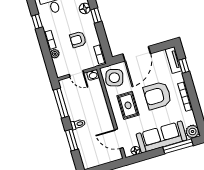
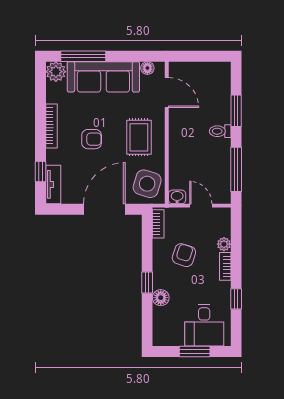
armchair: (78, 40) -> (184, 255), turned -72
armchair: (158, 96) -> (92, 139), width x0.53, depth x0.53

